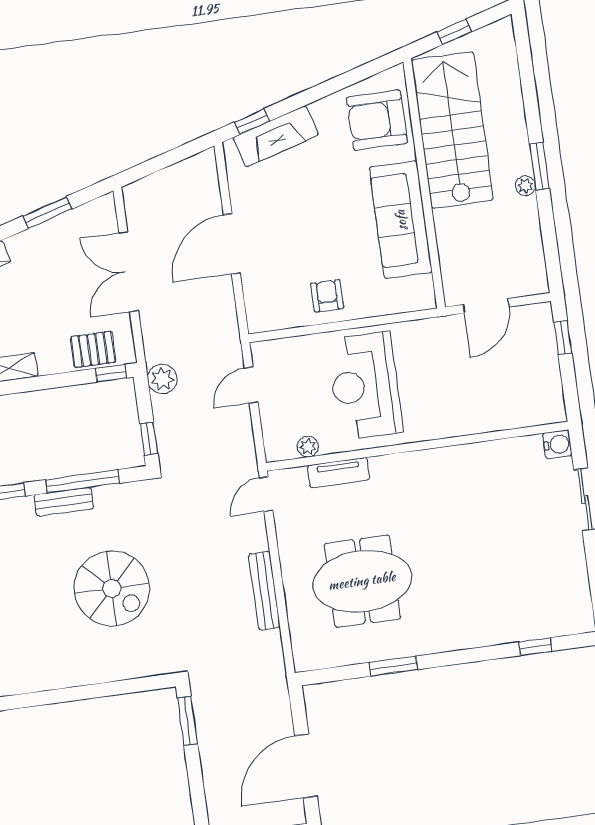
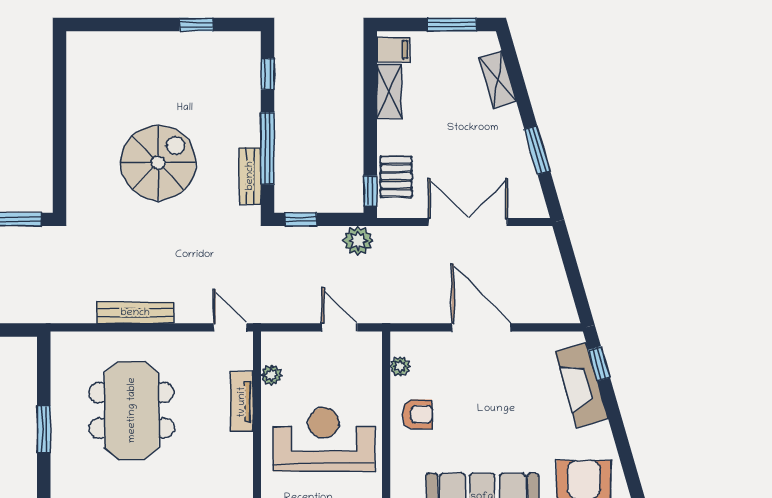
plant: (282, 320) -> (400, 366), added
bench: (64, 502) -> (250, 176), moved
spiral stairs: (112, 588) -> (158, 163), turned 180

